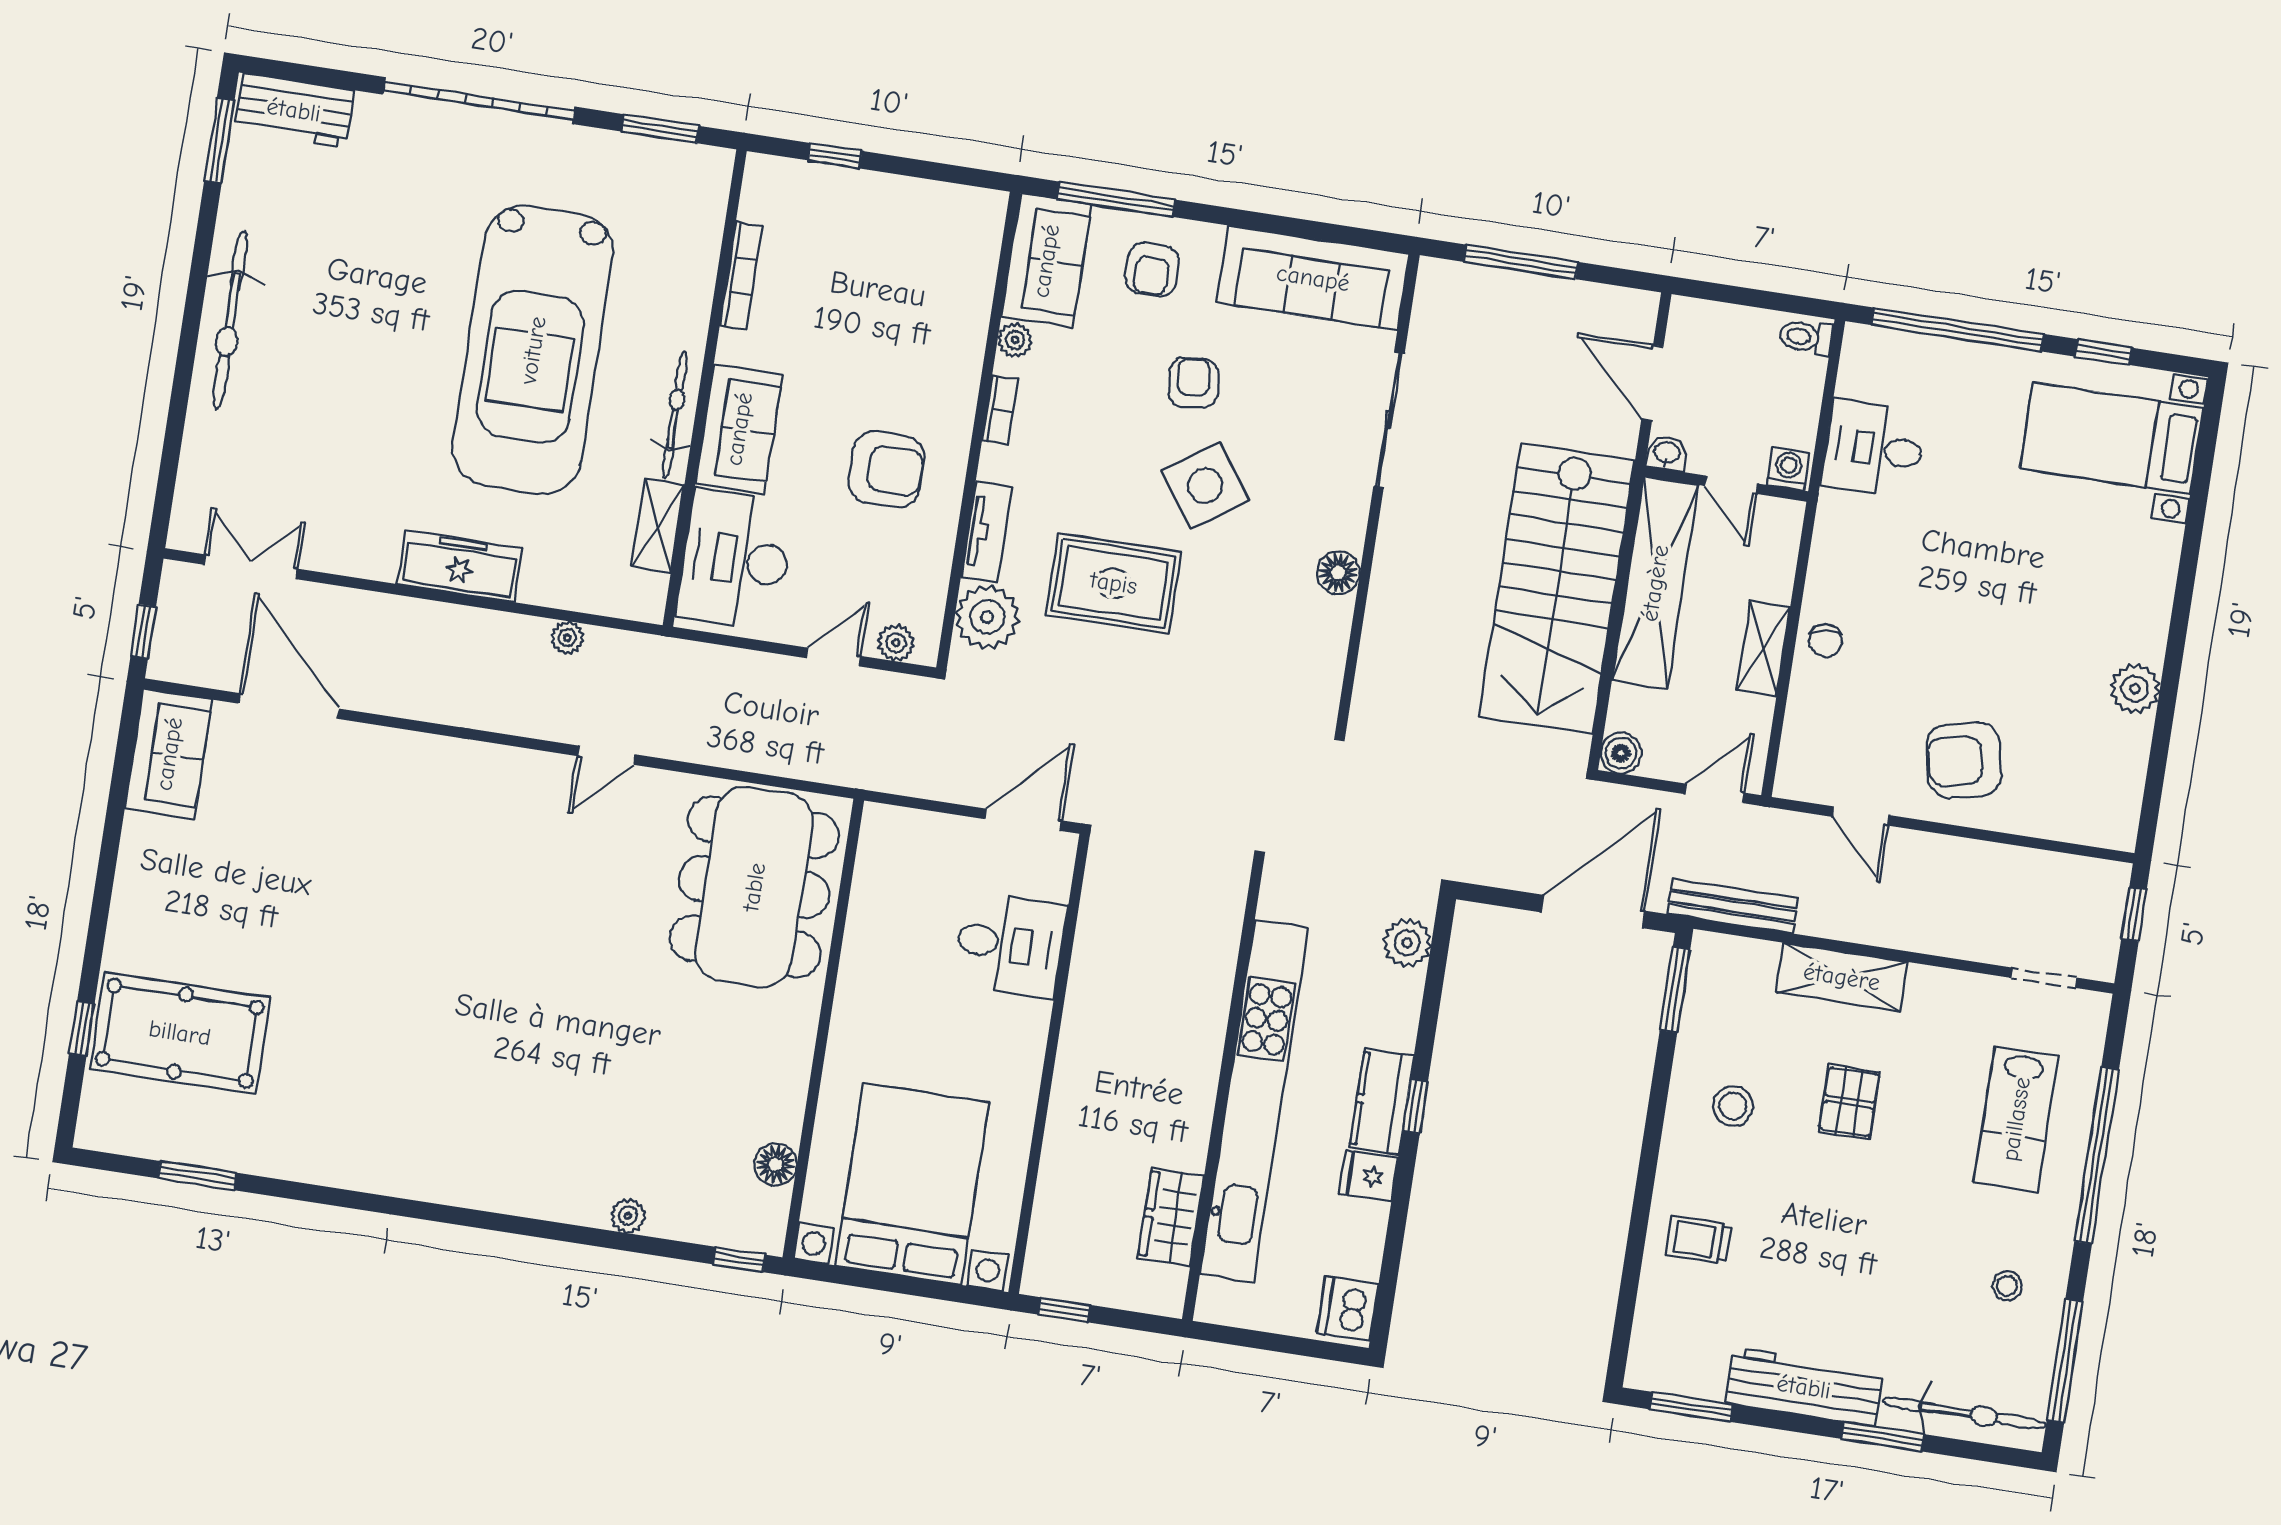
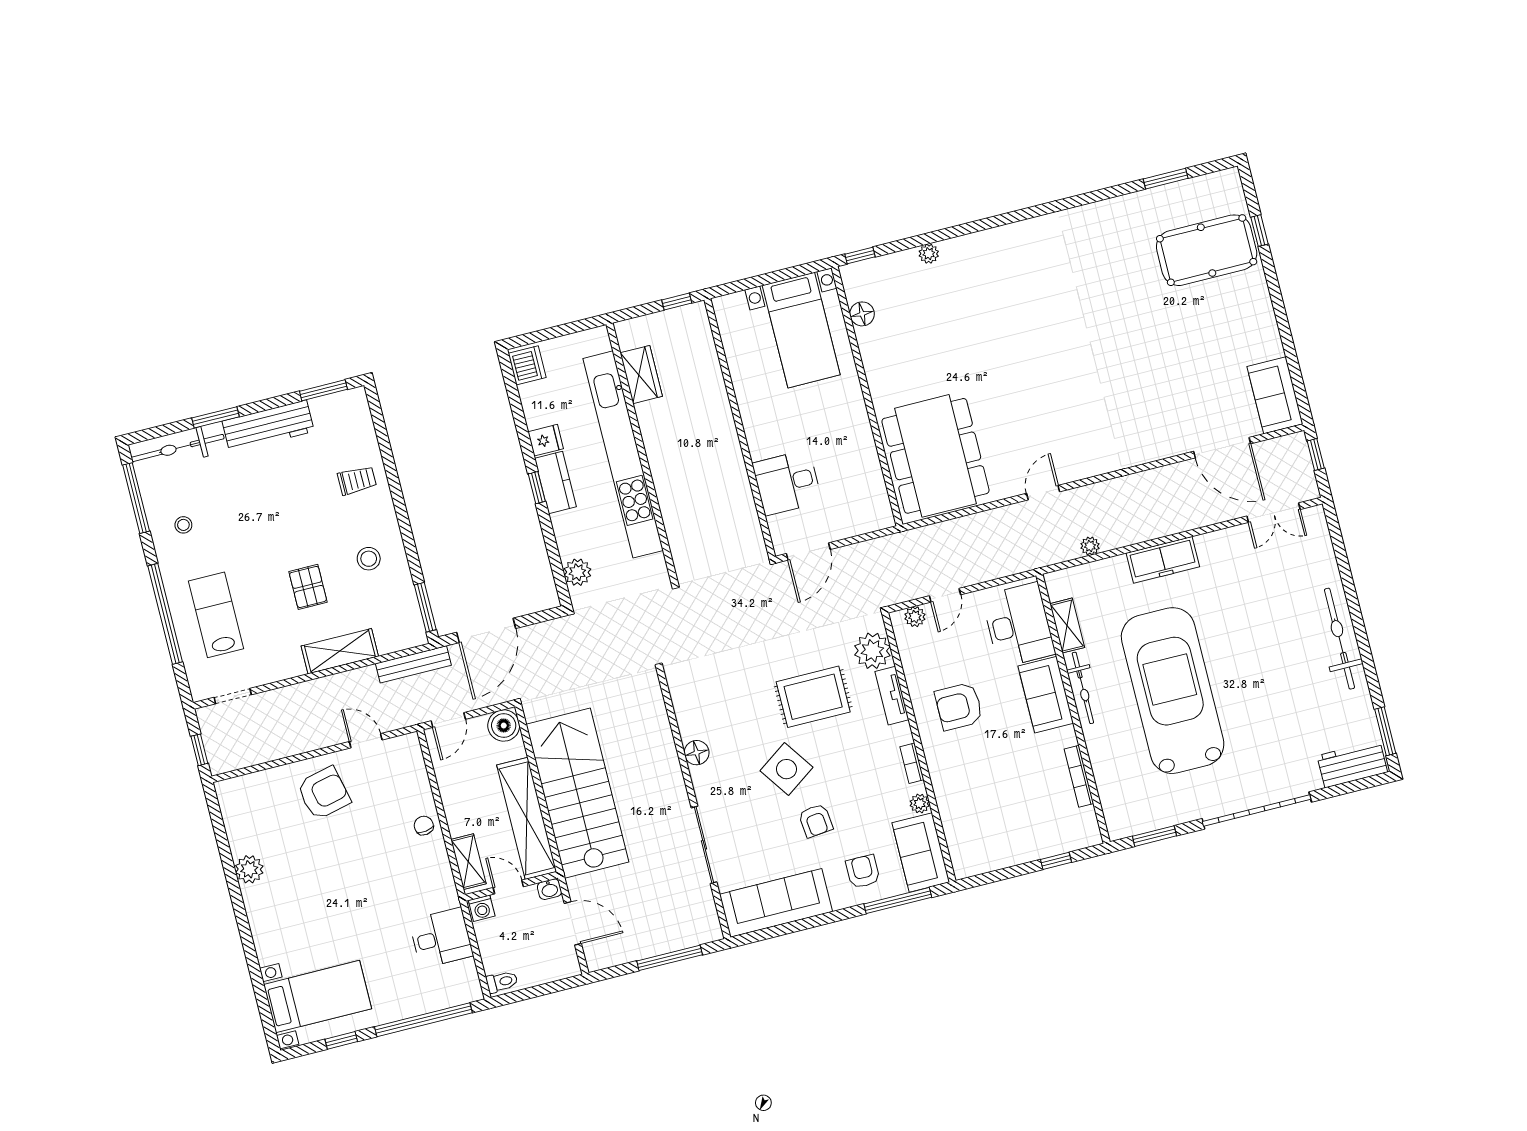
shelving: (1763, 648) -> (468, 862), moved
boiler: (1621, 753) -> (504, 725), width x1.36, depth x1.36
bed with nightstands: (912, 1184) -> (801, 330), width x0.73

